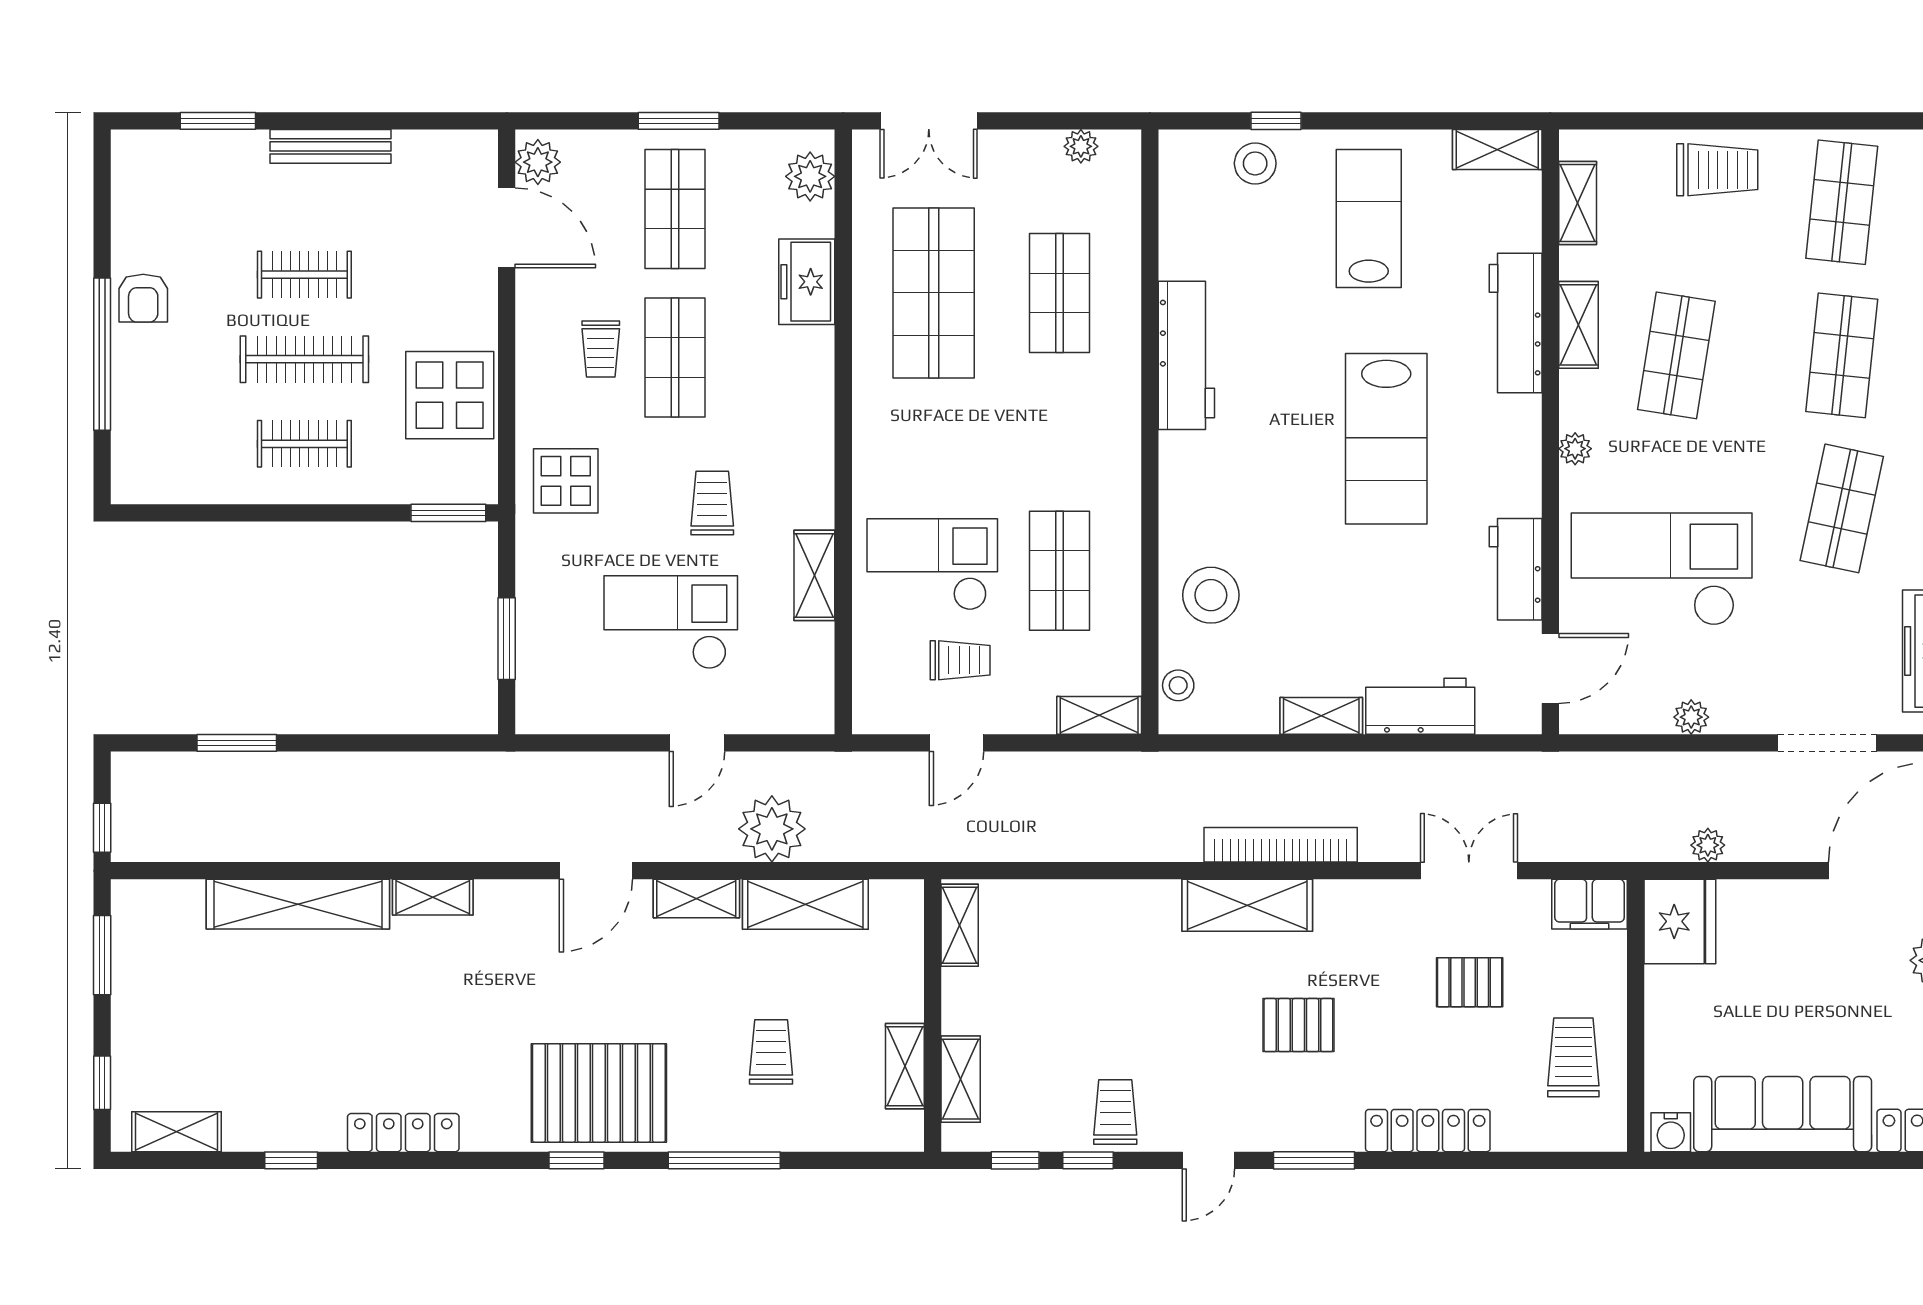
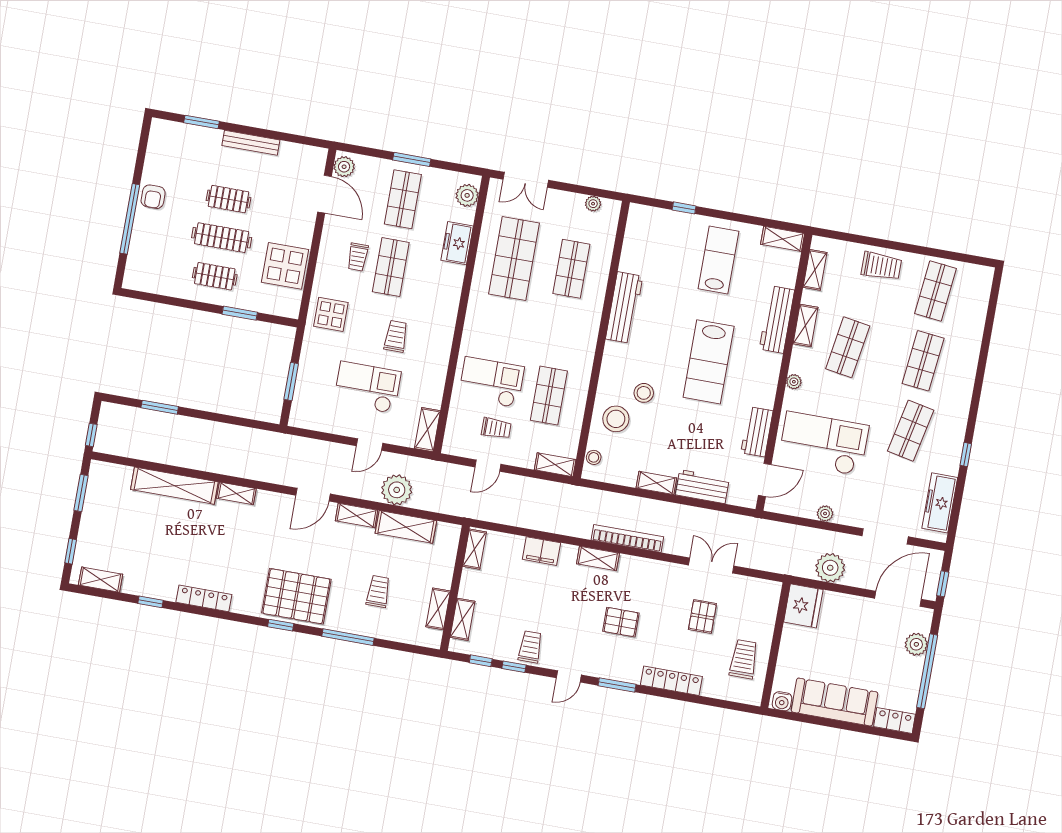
stool: (1255, 163) -> (644, 393), moved
window: (448, 513) -> (240, 313), moved
shelving: (814, 575) -> (427, 430), moved
plant: (1708, 845) -> (830, 568), width x1.88, depth x1.88
filing cabinet: (1589, 904) -> (541, 551), moved
shelving: (1247, 905) -> (598, 559), width x0.67, depth x0.75
pallet: (1470, 982) -> (702, 616), turned 90

